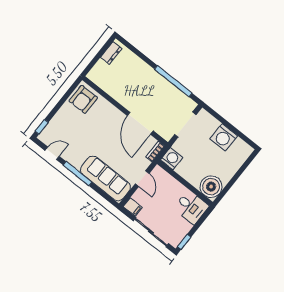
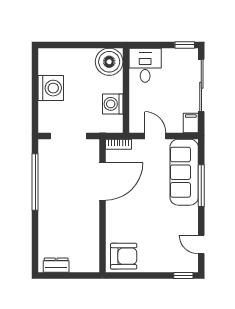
washing machine: (172, 159) -> (113, 104), moved
window: (77, 174) -> (201, 186), moved
door: (142, 179) -> (155, 136), hinge flipped

